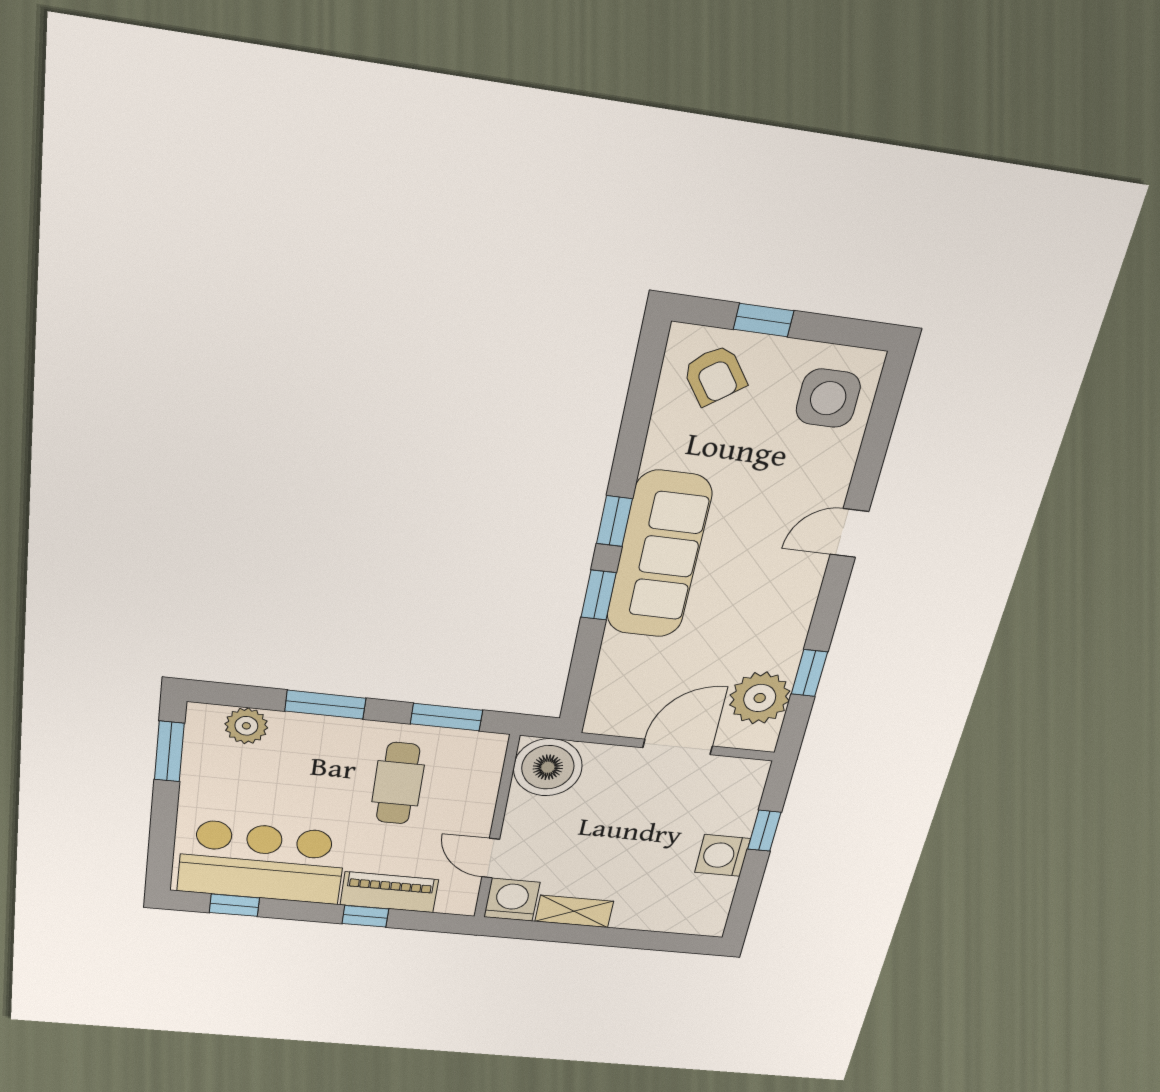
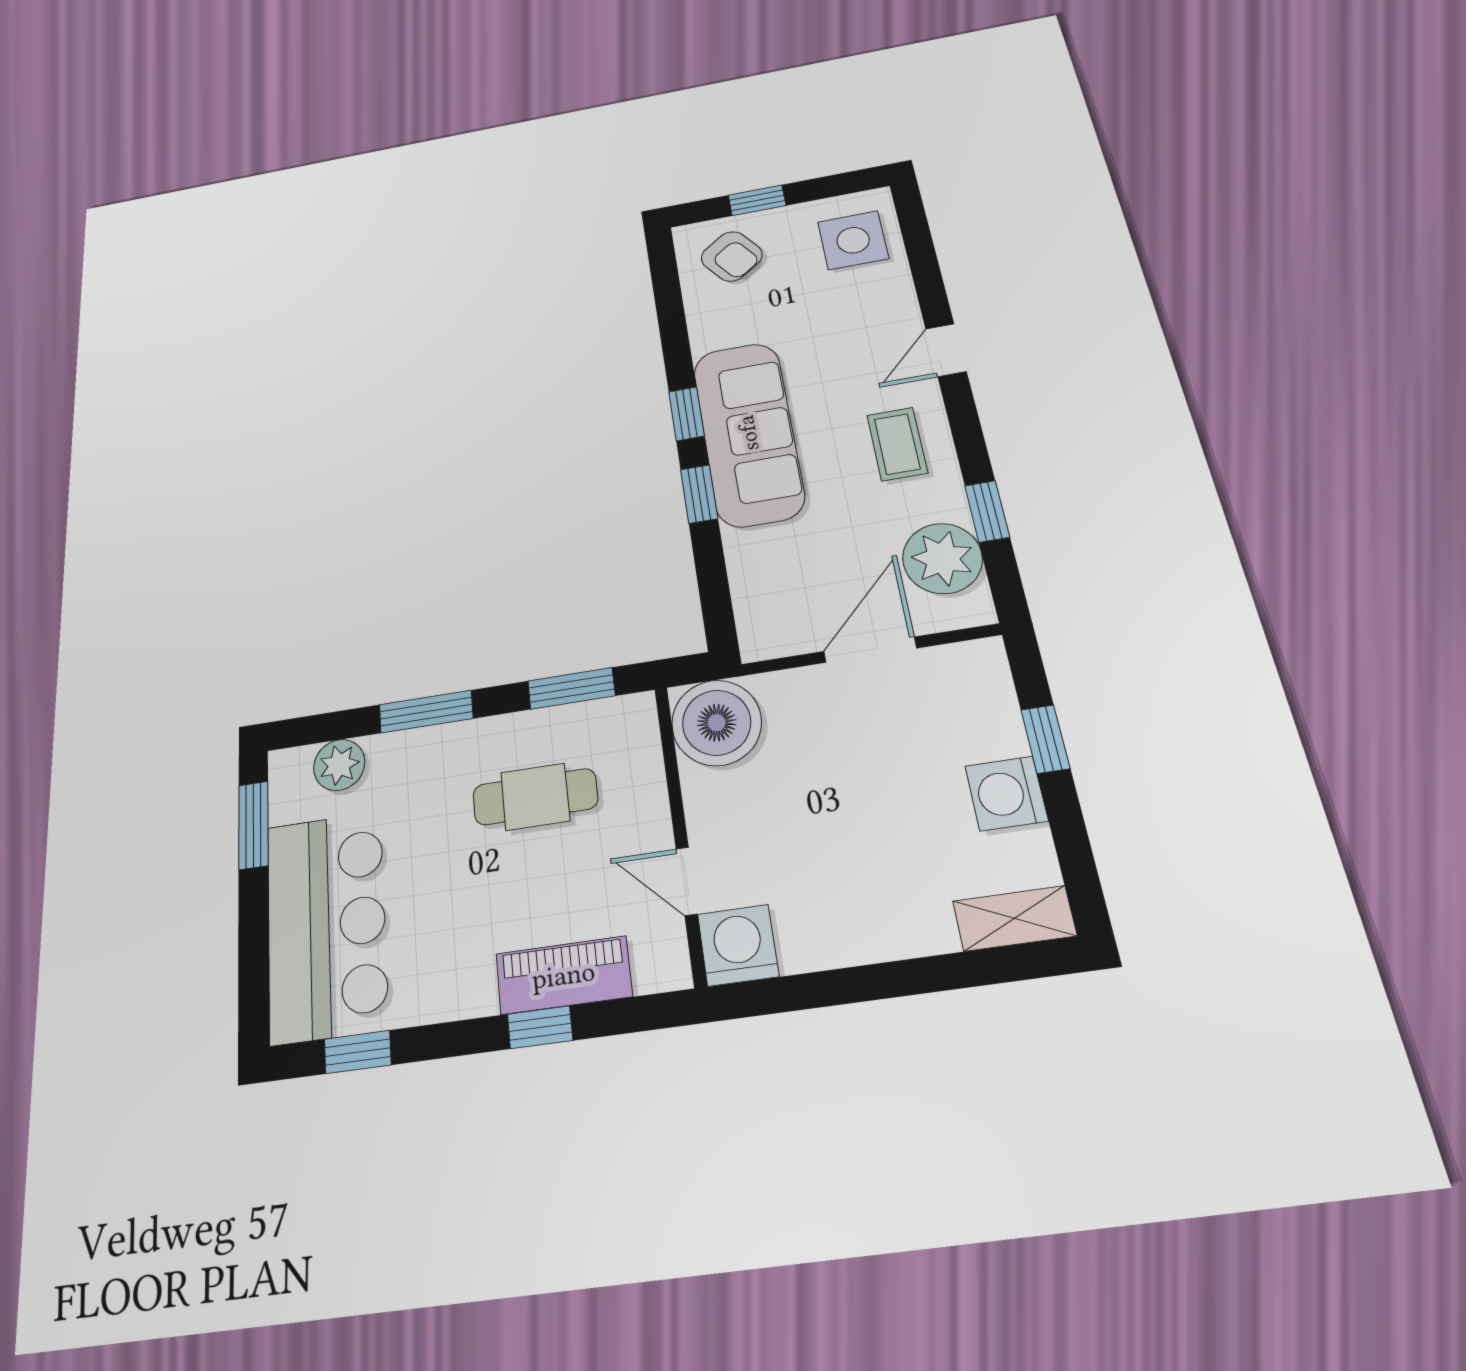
coffee table: (771, 601) -> (897, 444), added
cafe table: (398, 783) -> (535, 797), turned 90
bar counter: (262, 862) -> (327, 926), moved, turned 90
shelving: (574, 911) -> (1014, 918), moved

